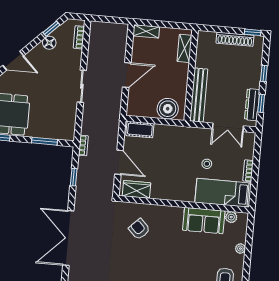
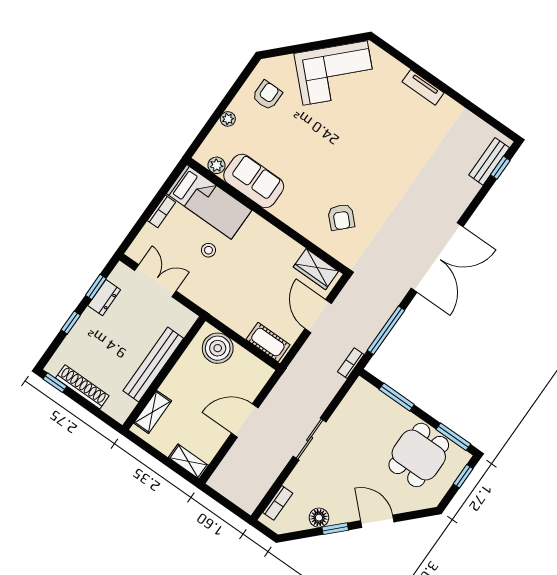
window: (51, 29) -> (335, 529), moved
bench: (199, 95) -> (153, 365), moved
dresser: (252, 105) -> (104, 298), width x0.70
window: (74, 177) -> (386, 330), width x2.17

